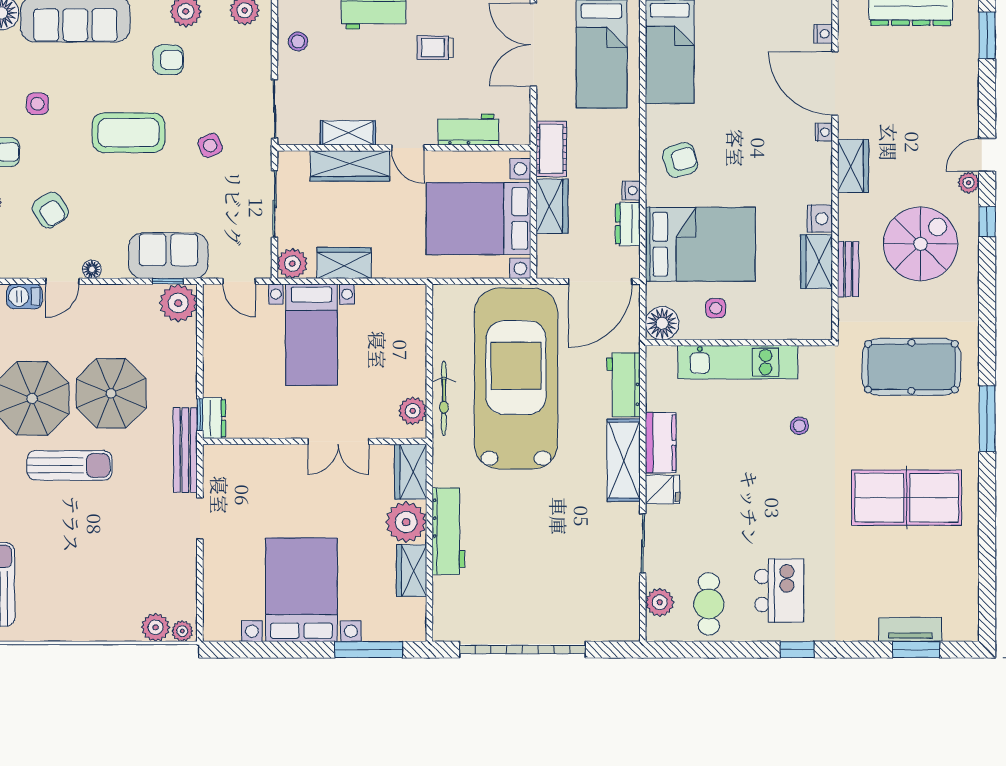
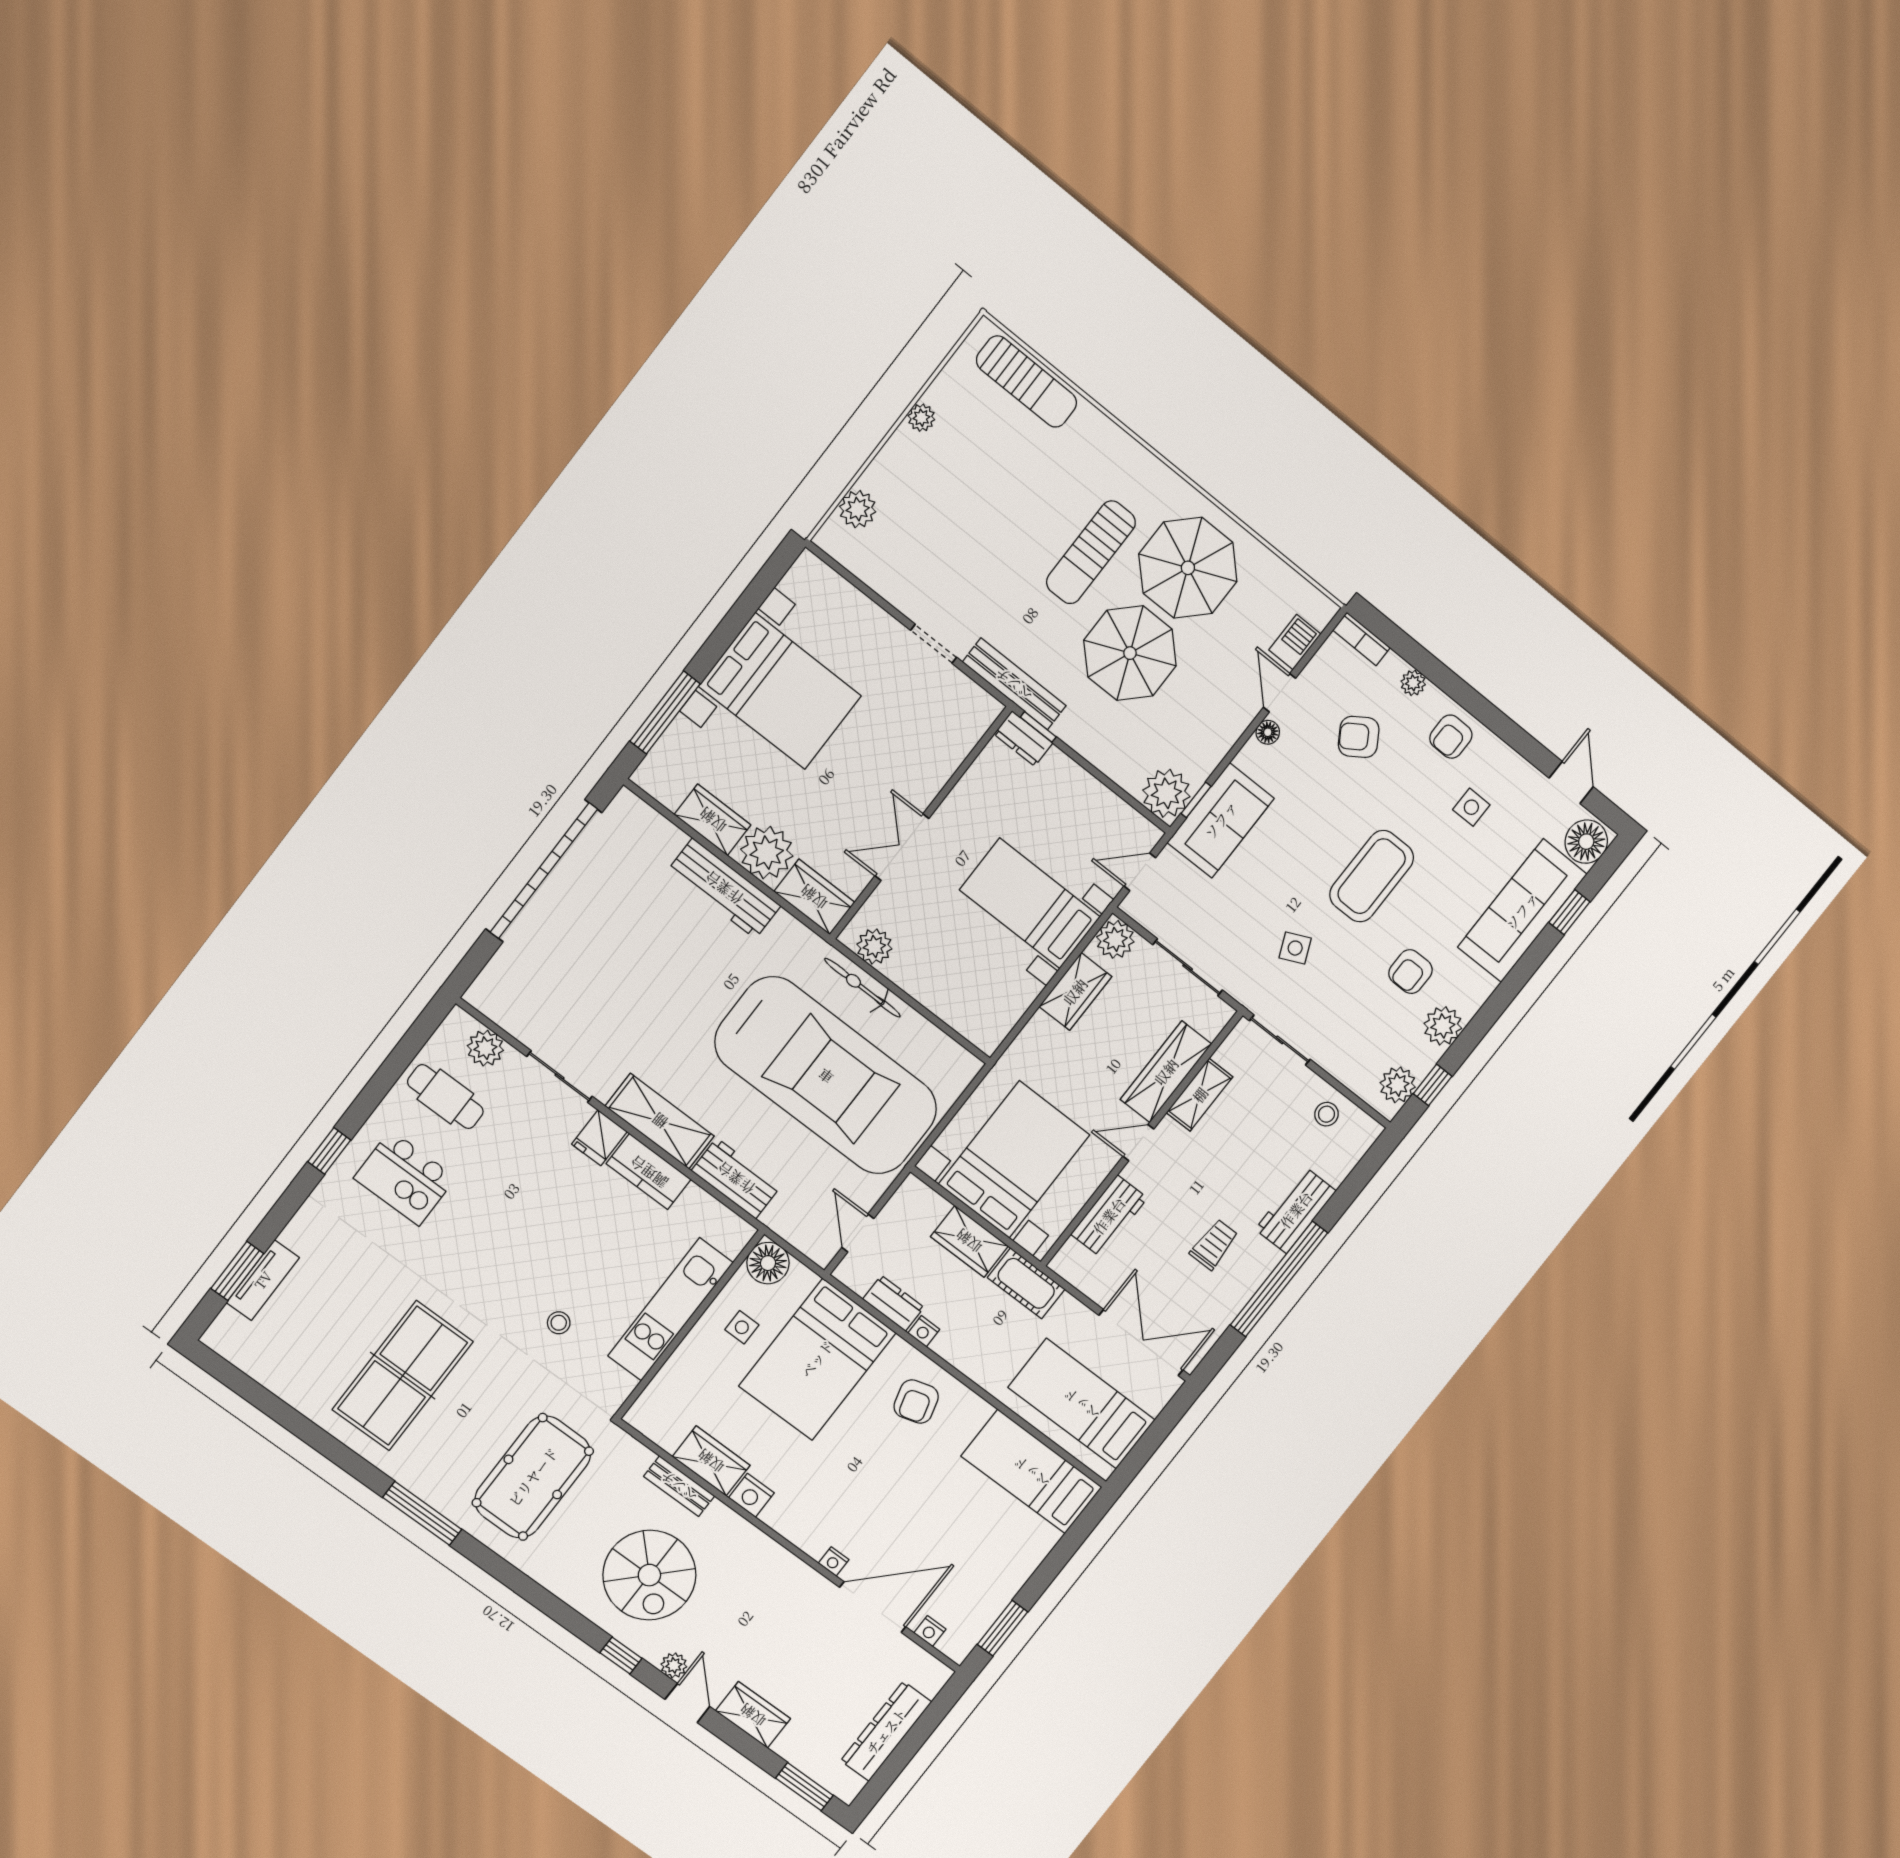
wardrobe: (853, 166) -> (753, 1715), moved, turned 180
door: (600, 281) -> (858, 1233), width x0.53
plant: (182, 631) -> (921, 418), moved

